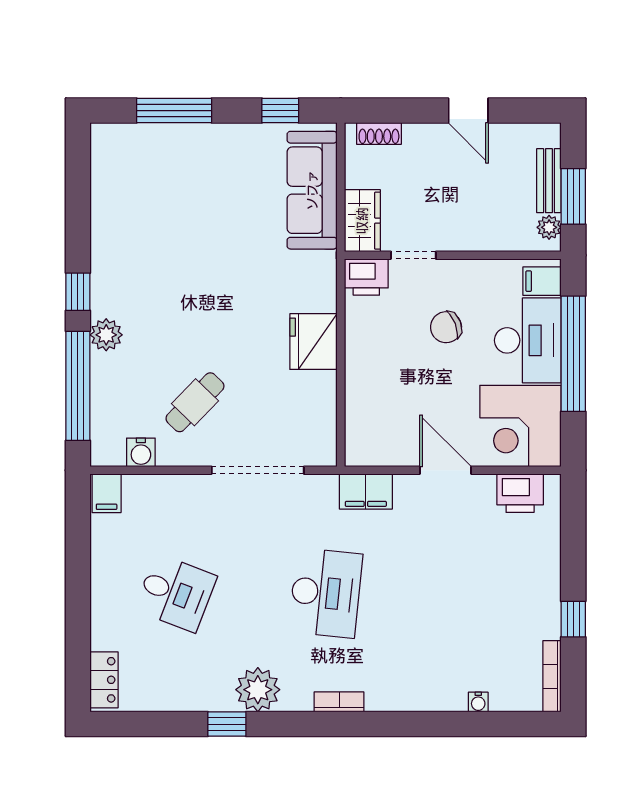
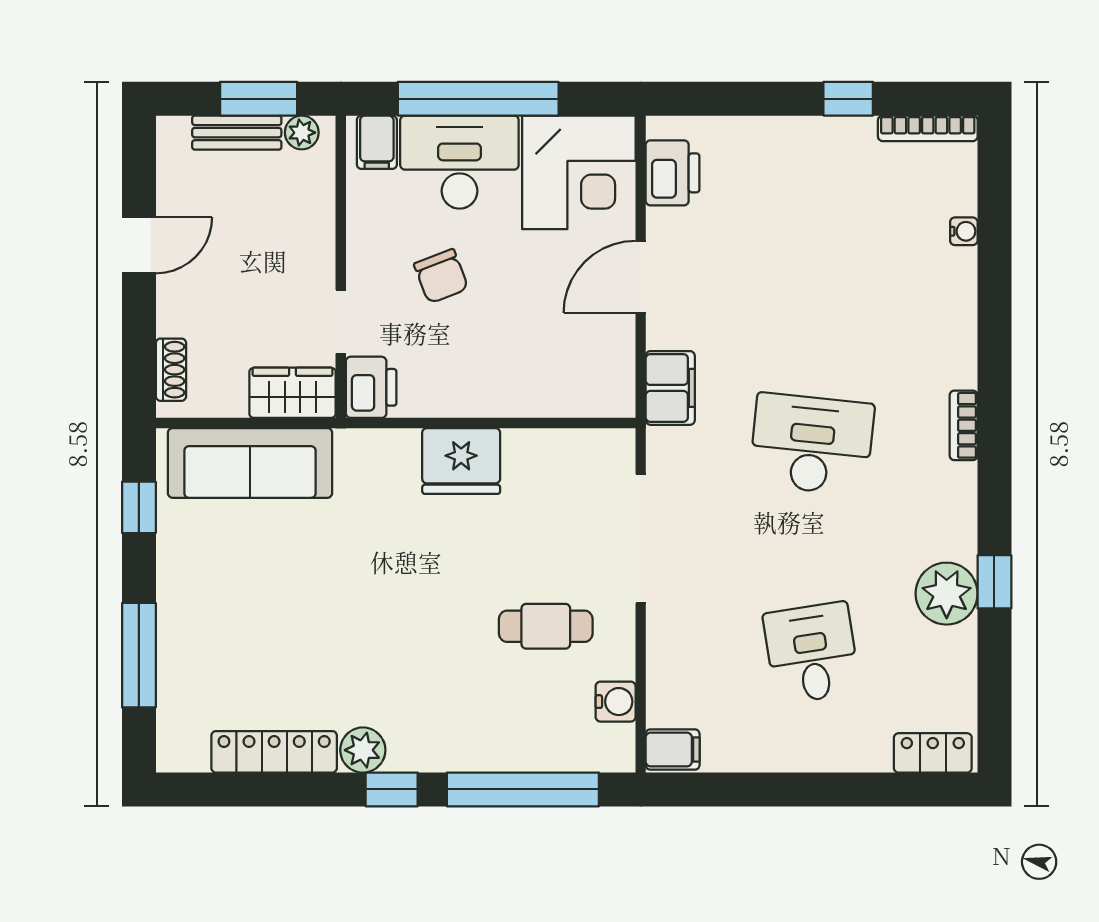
locker: (105, 207) -> (274, 752), added
plant: (106, 335) -> (363, 750), moved
cafe table: (195, 402) -> (546, 626), turned -44
desk: (176, 593) -> (812, 653), turned -30
plant: (258, 690) -> (947, 594), moved

